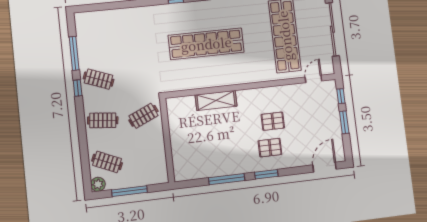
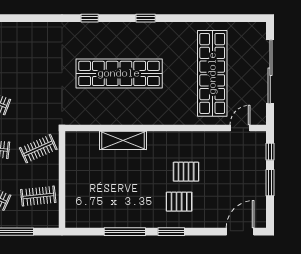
clothes rail: (148, 157) -> (38, 196), added

